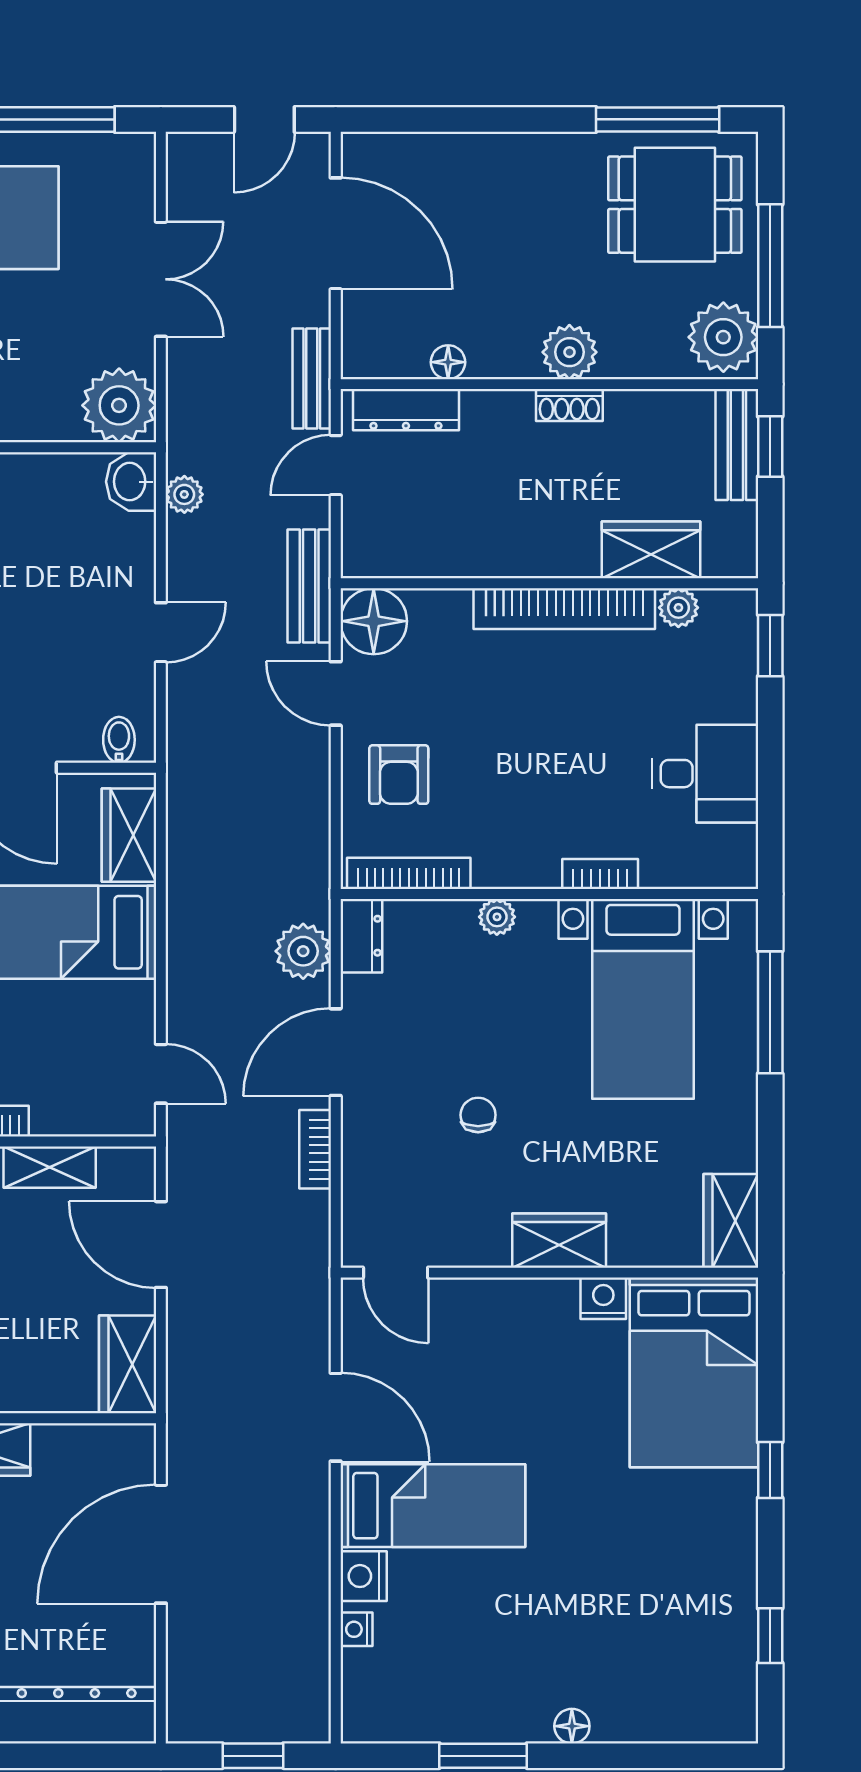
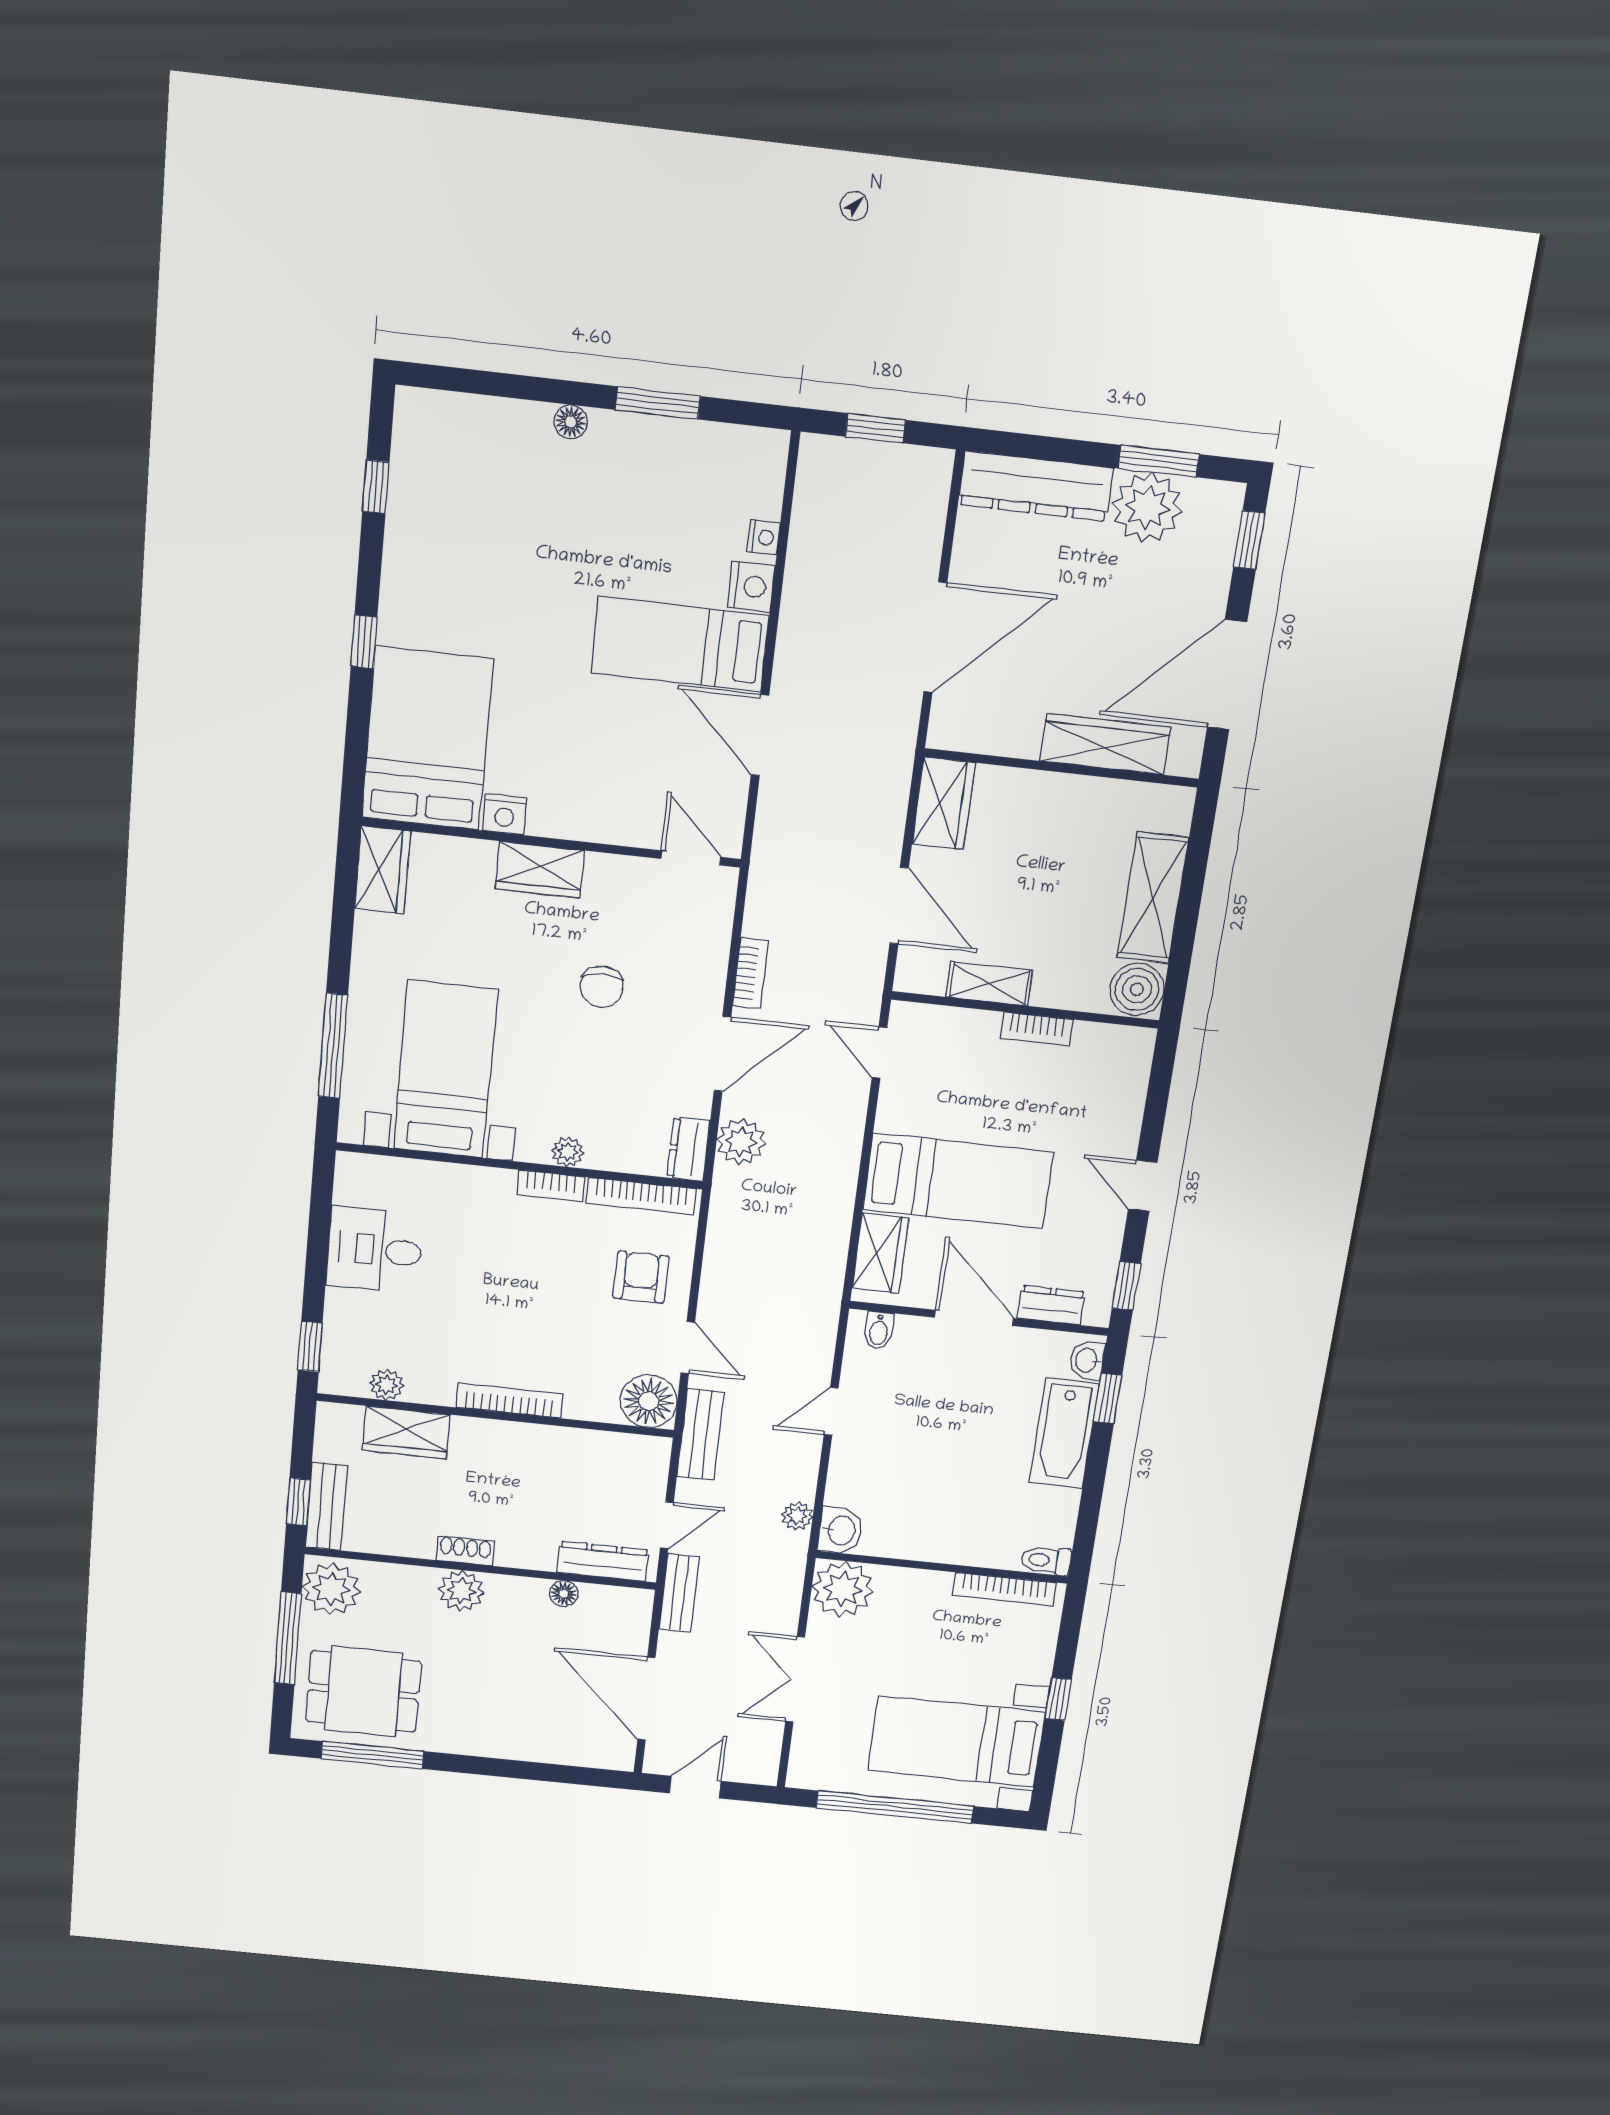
bookcase: (564, 609) -> (509, 1401), width x0.68, depth x0.76
bookcase: (600, 874) -> (551, 1186), moved
chair: (478, 1115) -> (602, 987), width x1.37, depth x1.37

